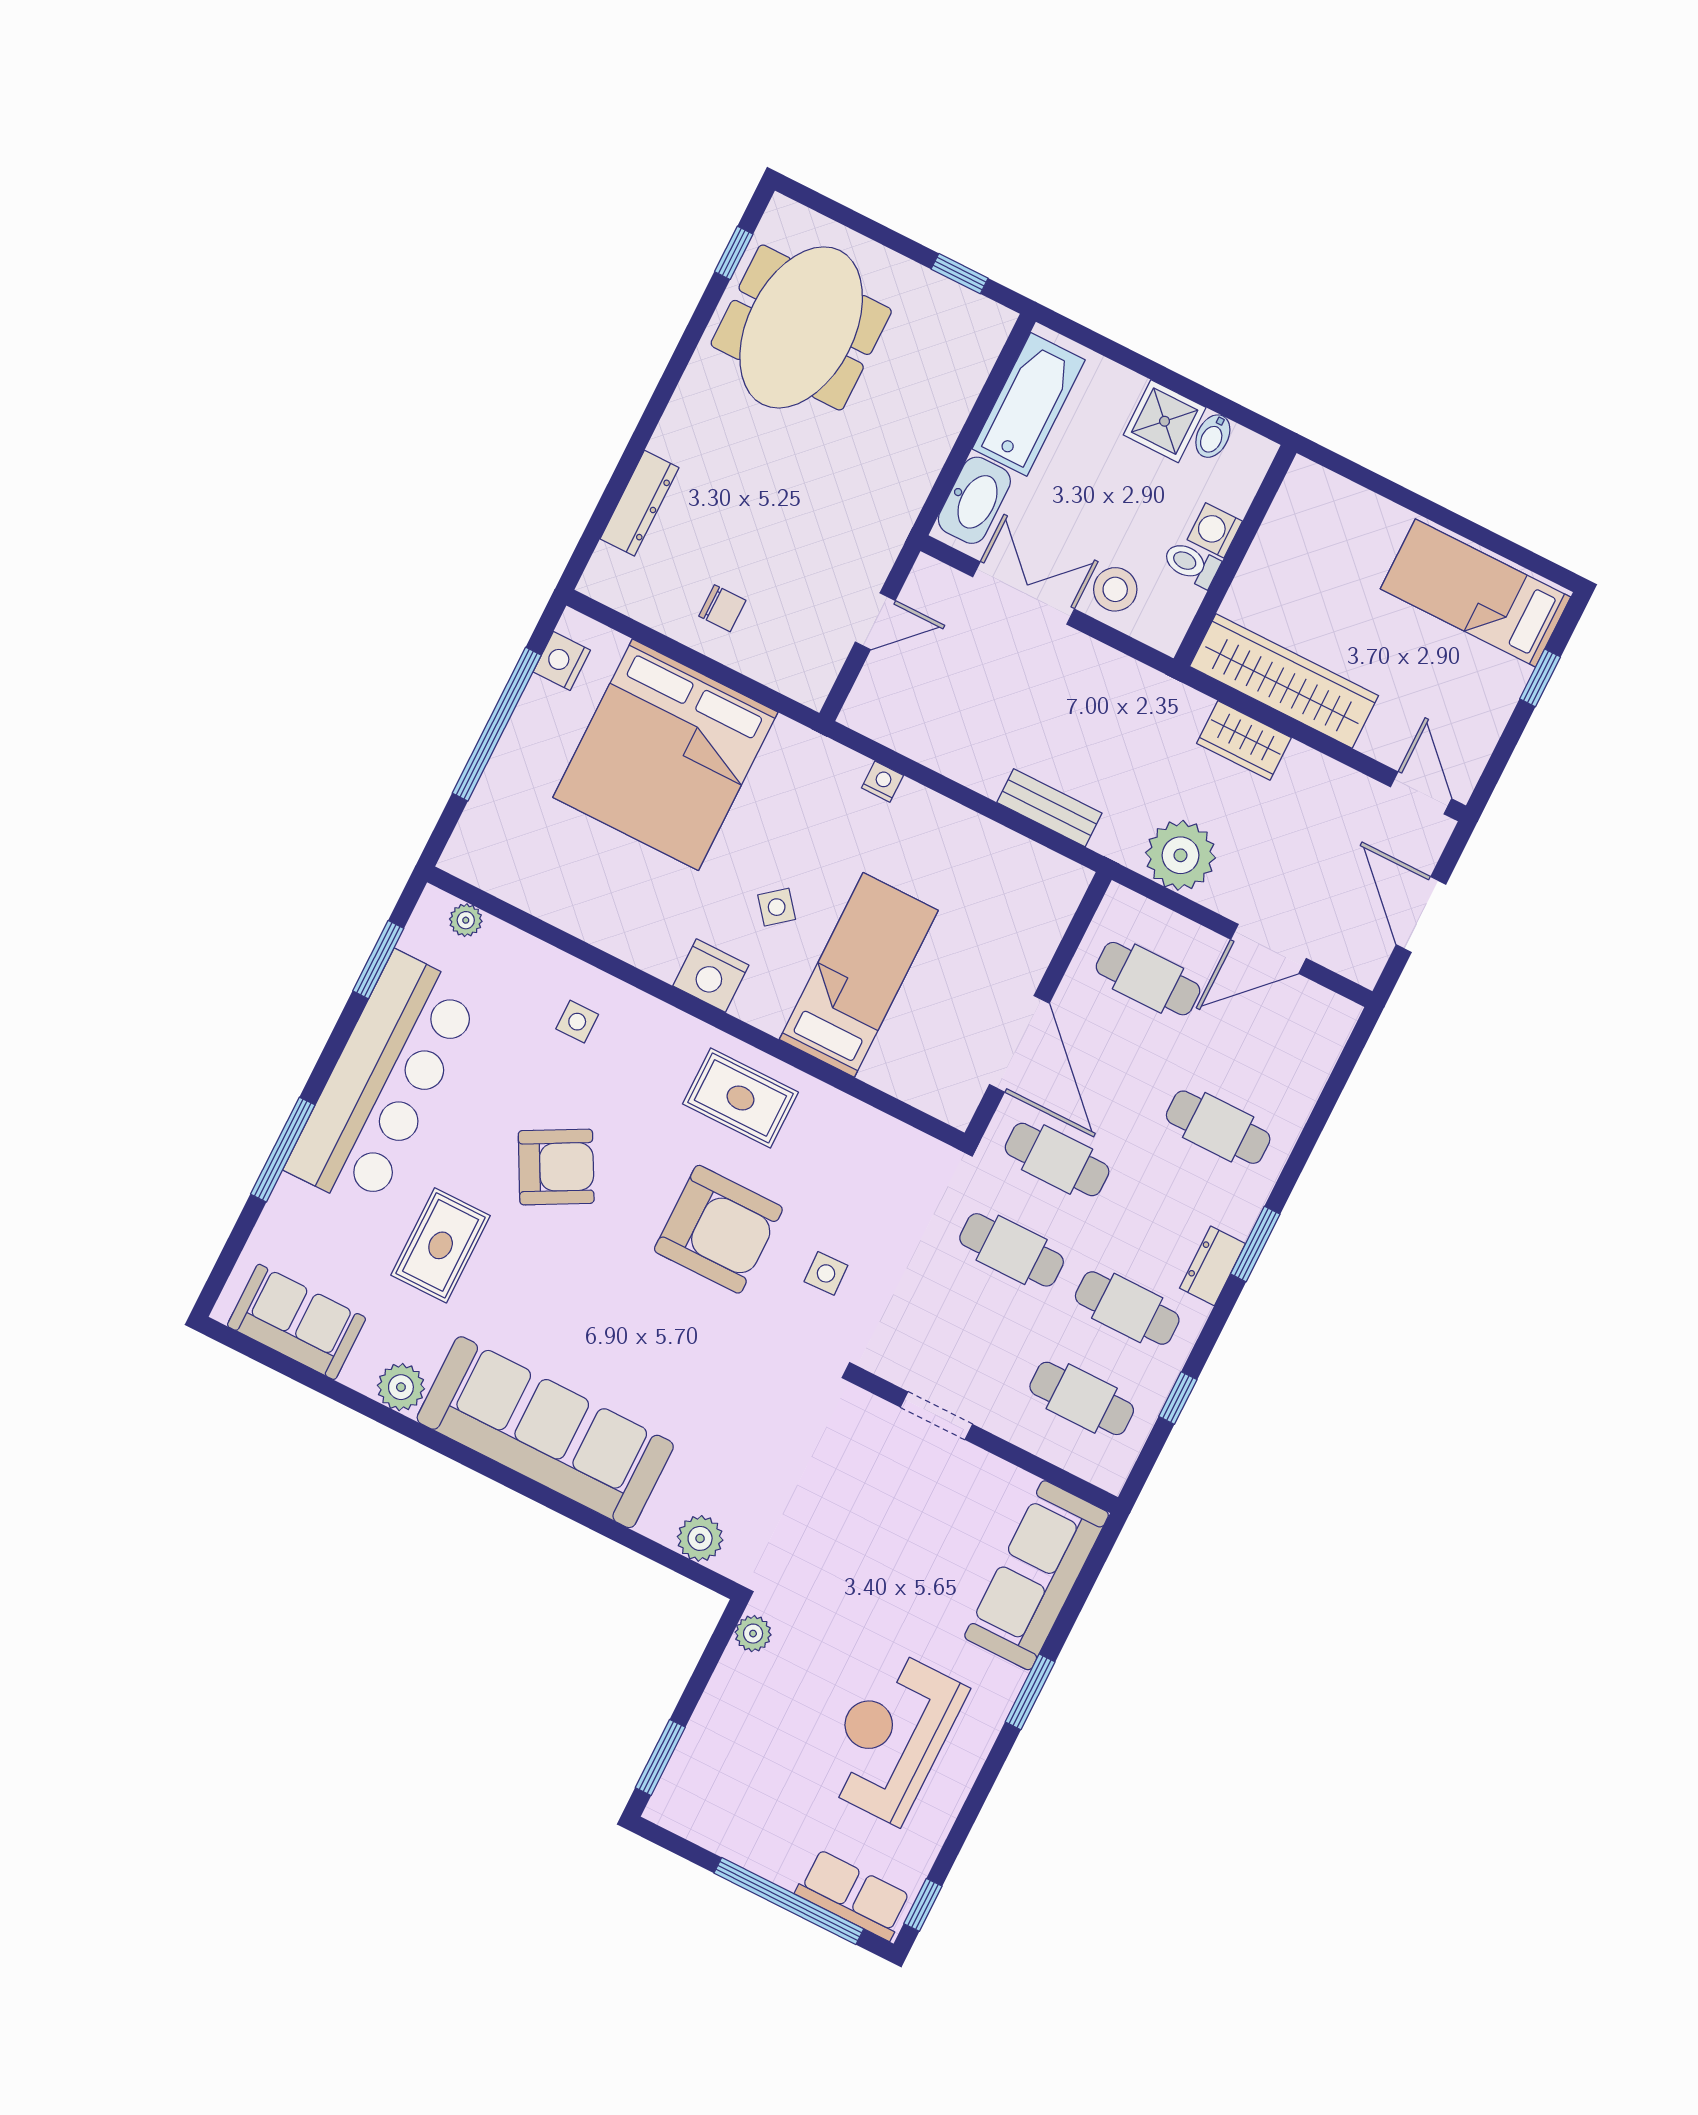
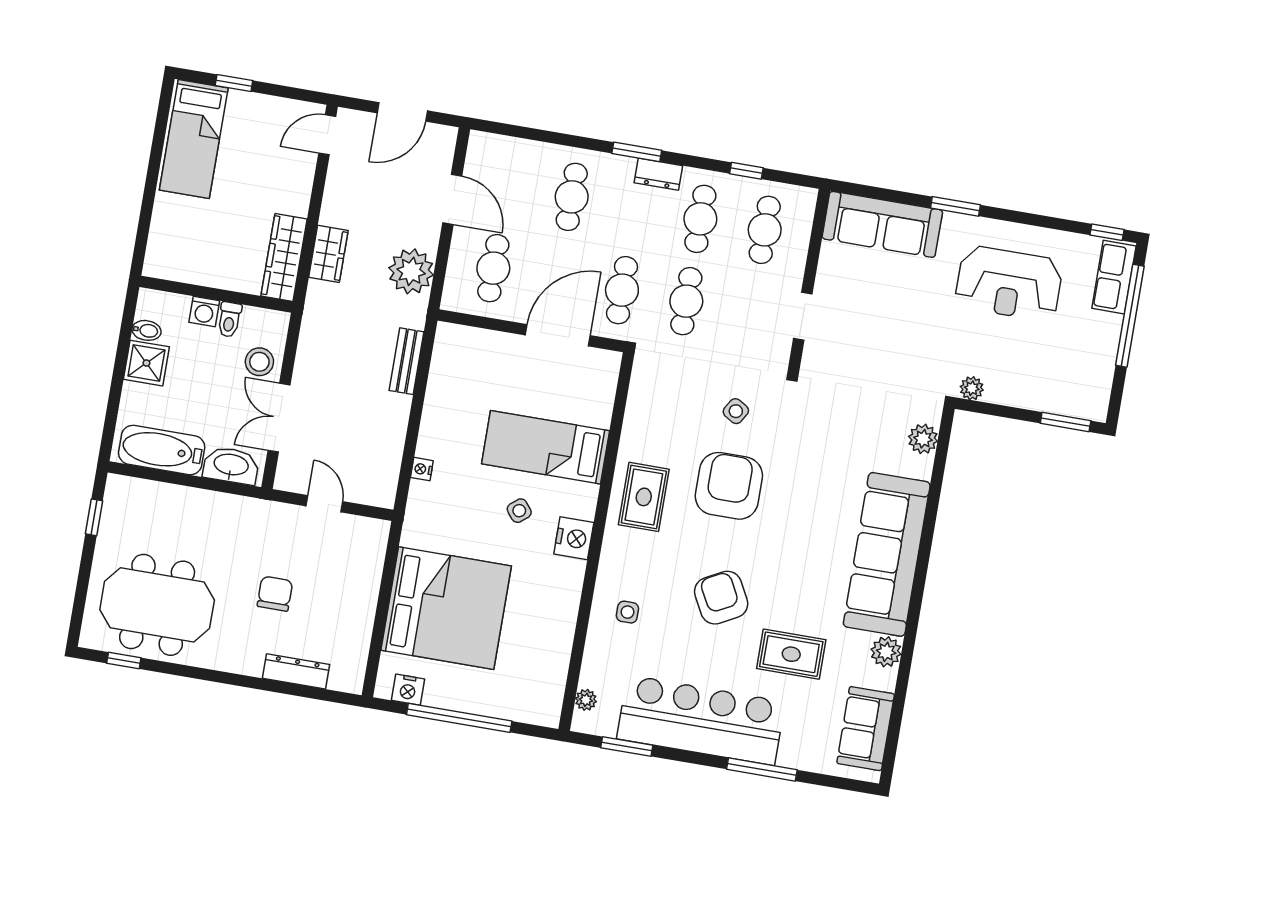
chair: (722, 608) -> (275, 594), moved, width x1.37, depth x1.37
wardrobe: (1284, 681) -> (284, 257), width x0.71, depth x0.85
side table: (826, 1273) -> (736, 411), turned 33

